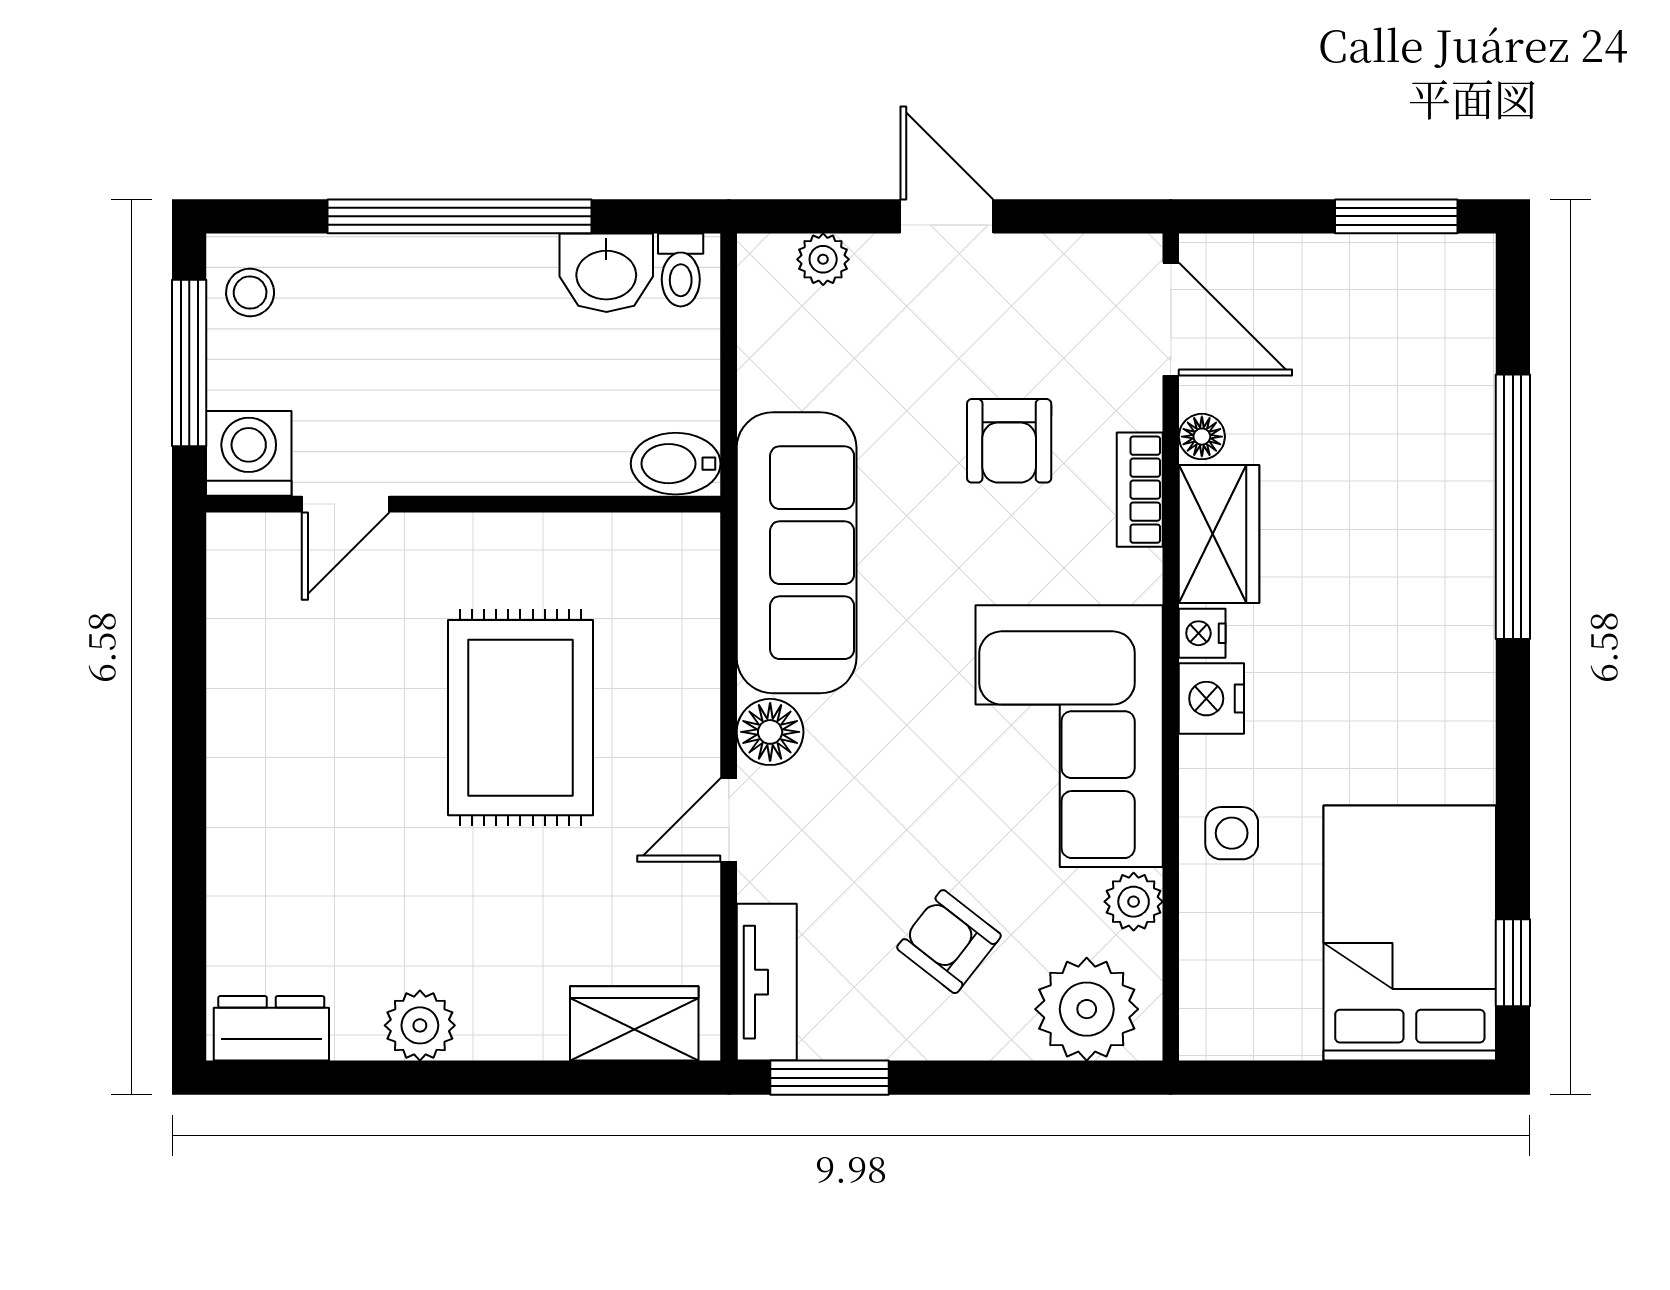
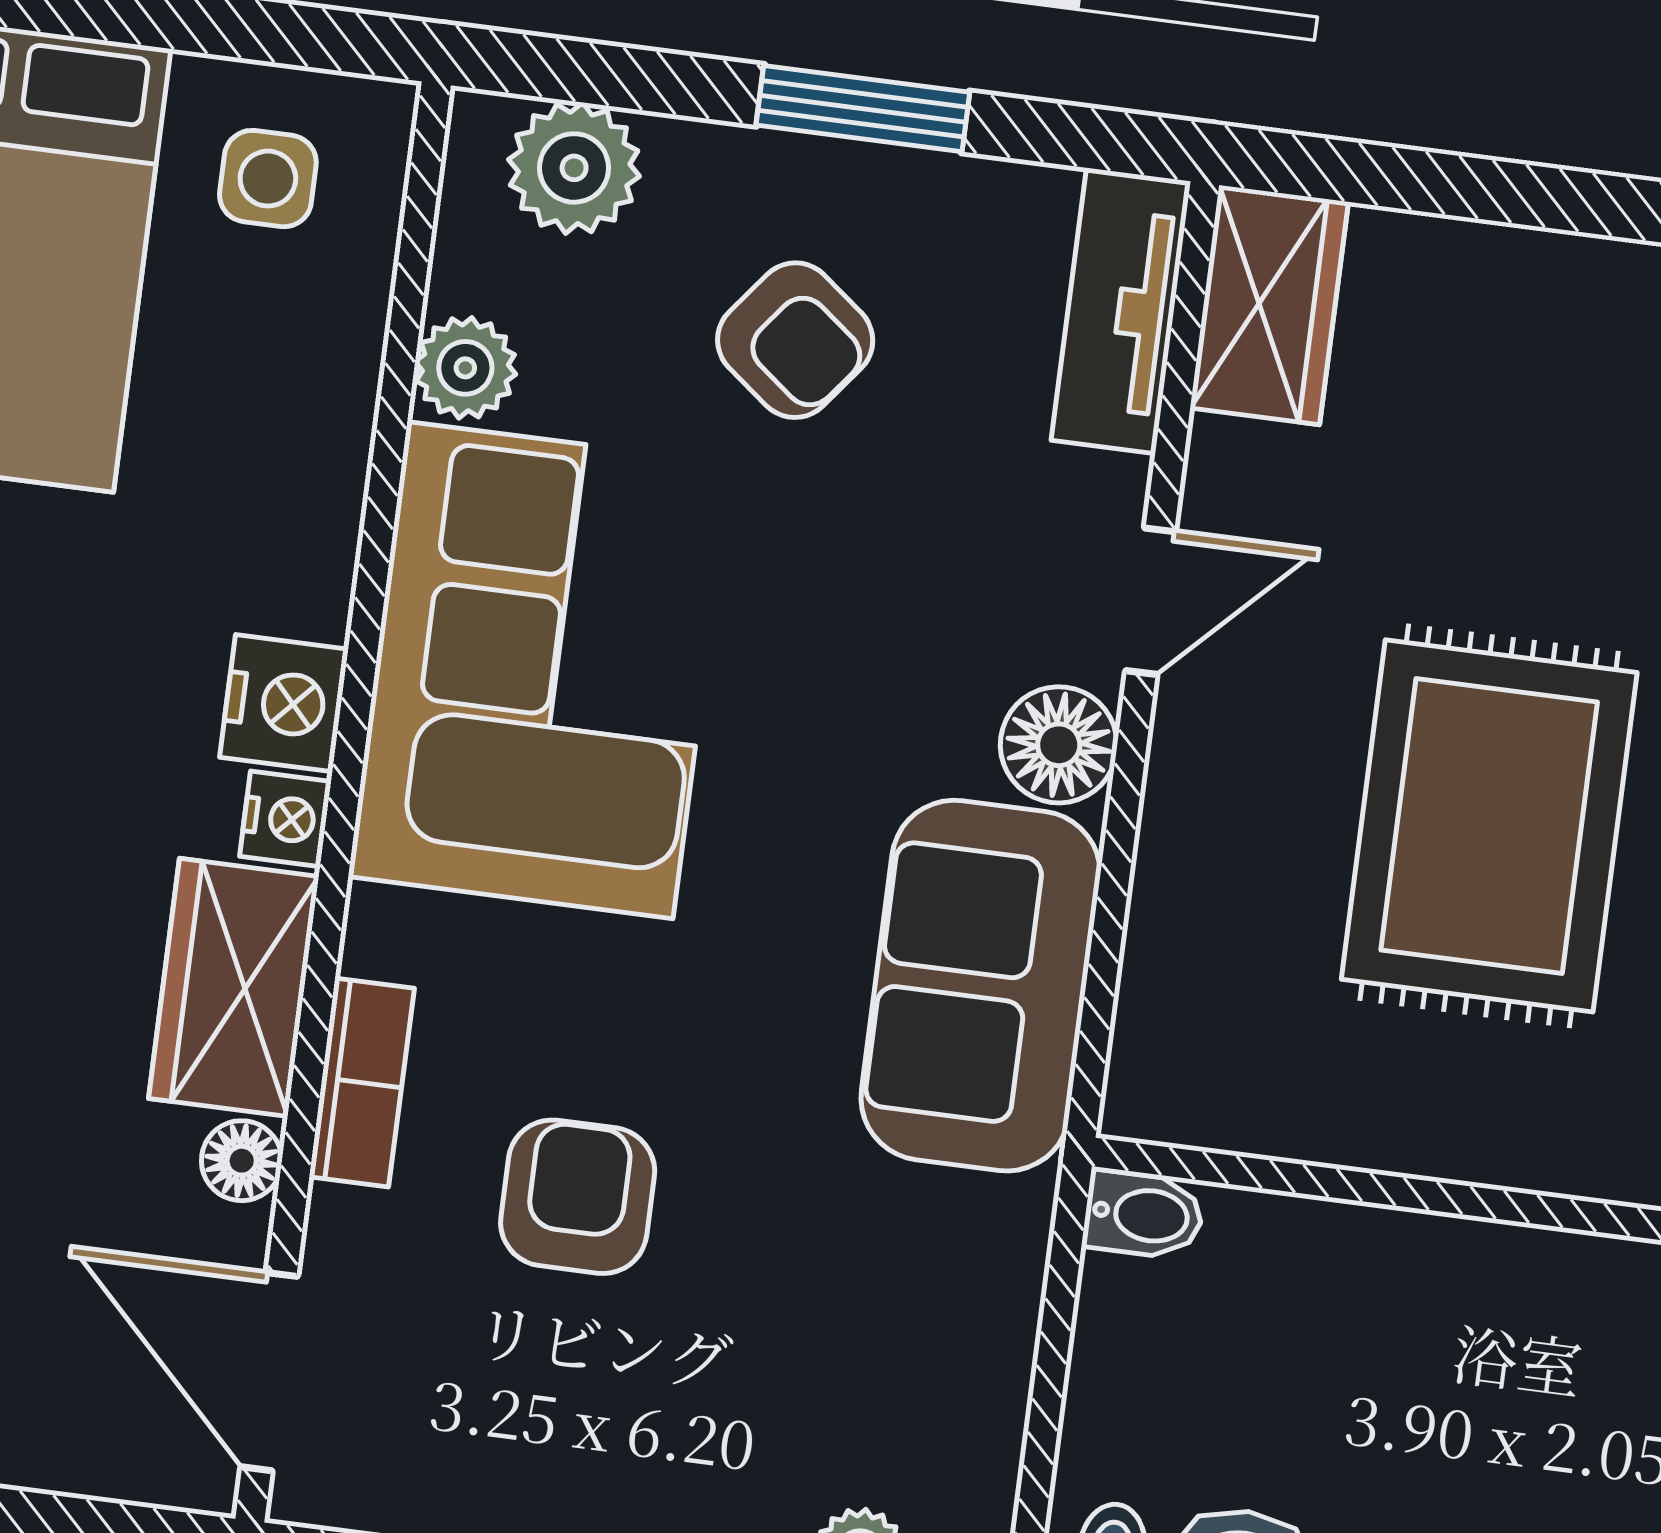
bidet: (676, 464) -> (1143, 1215), width x0.72, depth x0.74
sofa: (797, 553) -> (981, 986), width x0.73
side table: (1232, 833) -> (268, 179), moved
plant: (1087, 1009) -> (574, 168), width x0.73, depth x0.73
wardrobe: (634, 1023) -> (1269, 305), moved, turned -90
window: (830, 1078) -> (863, 109), moved

